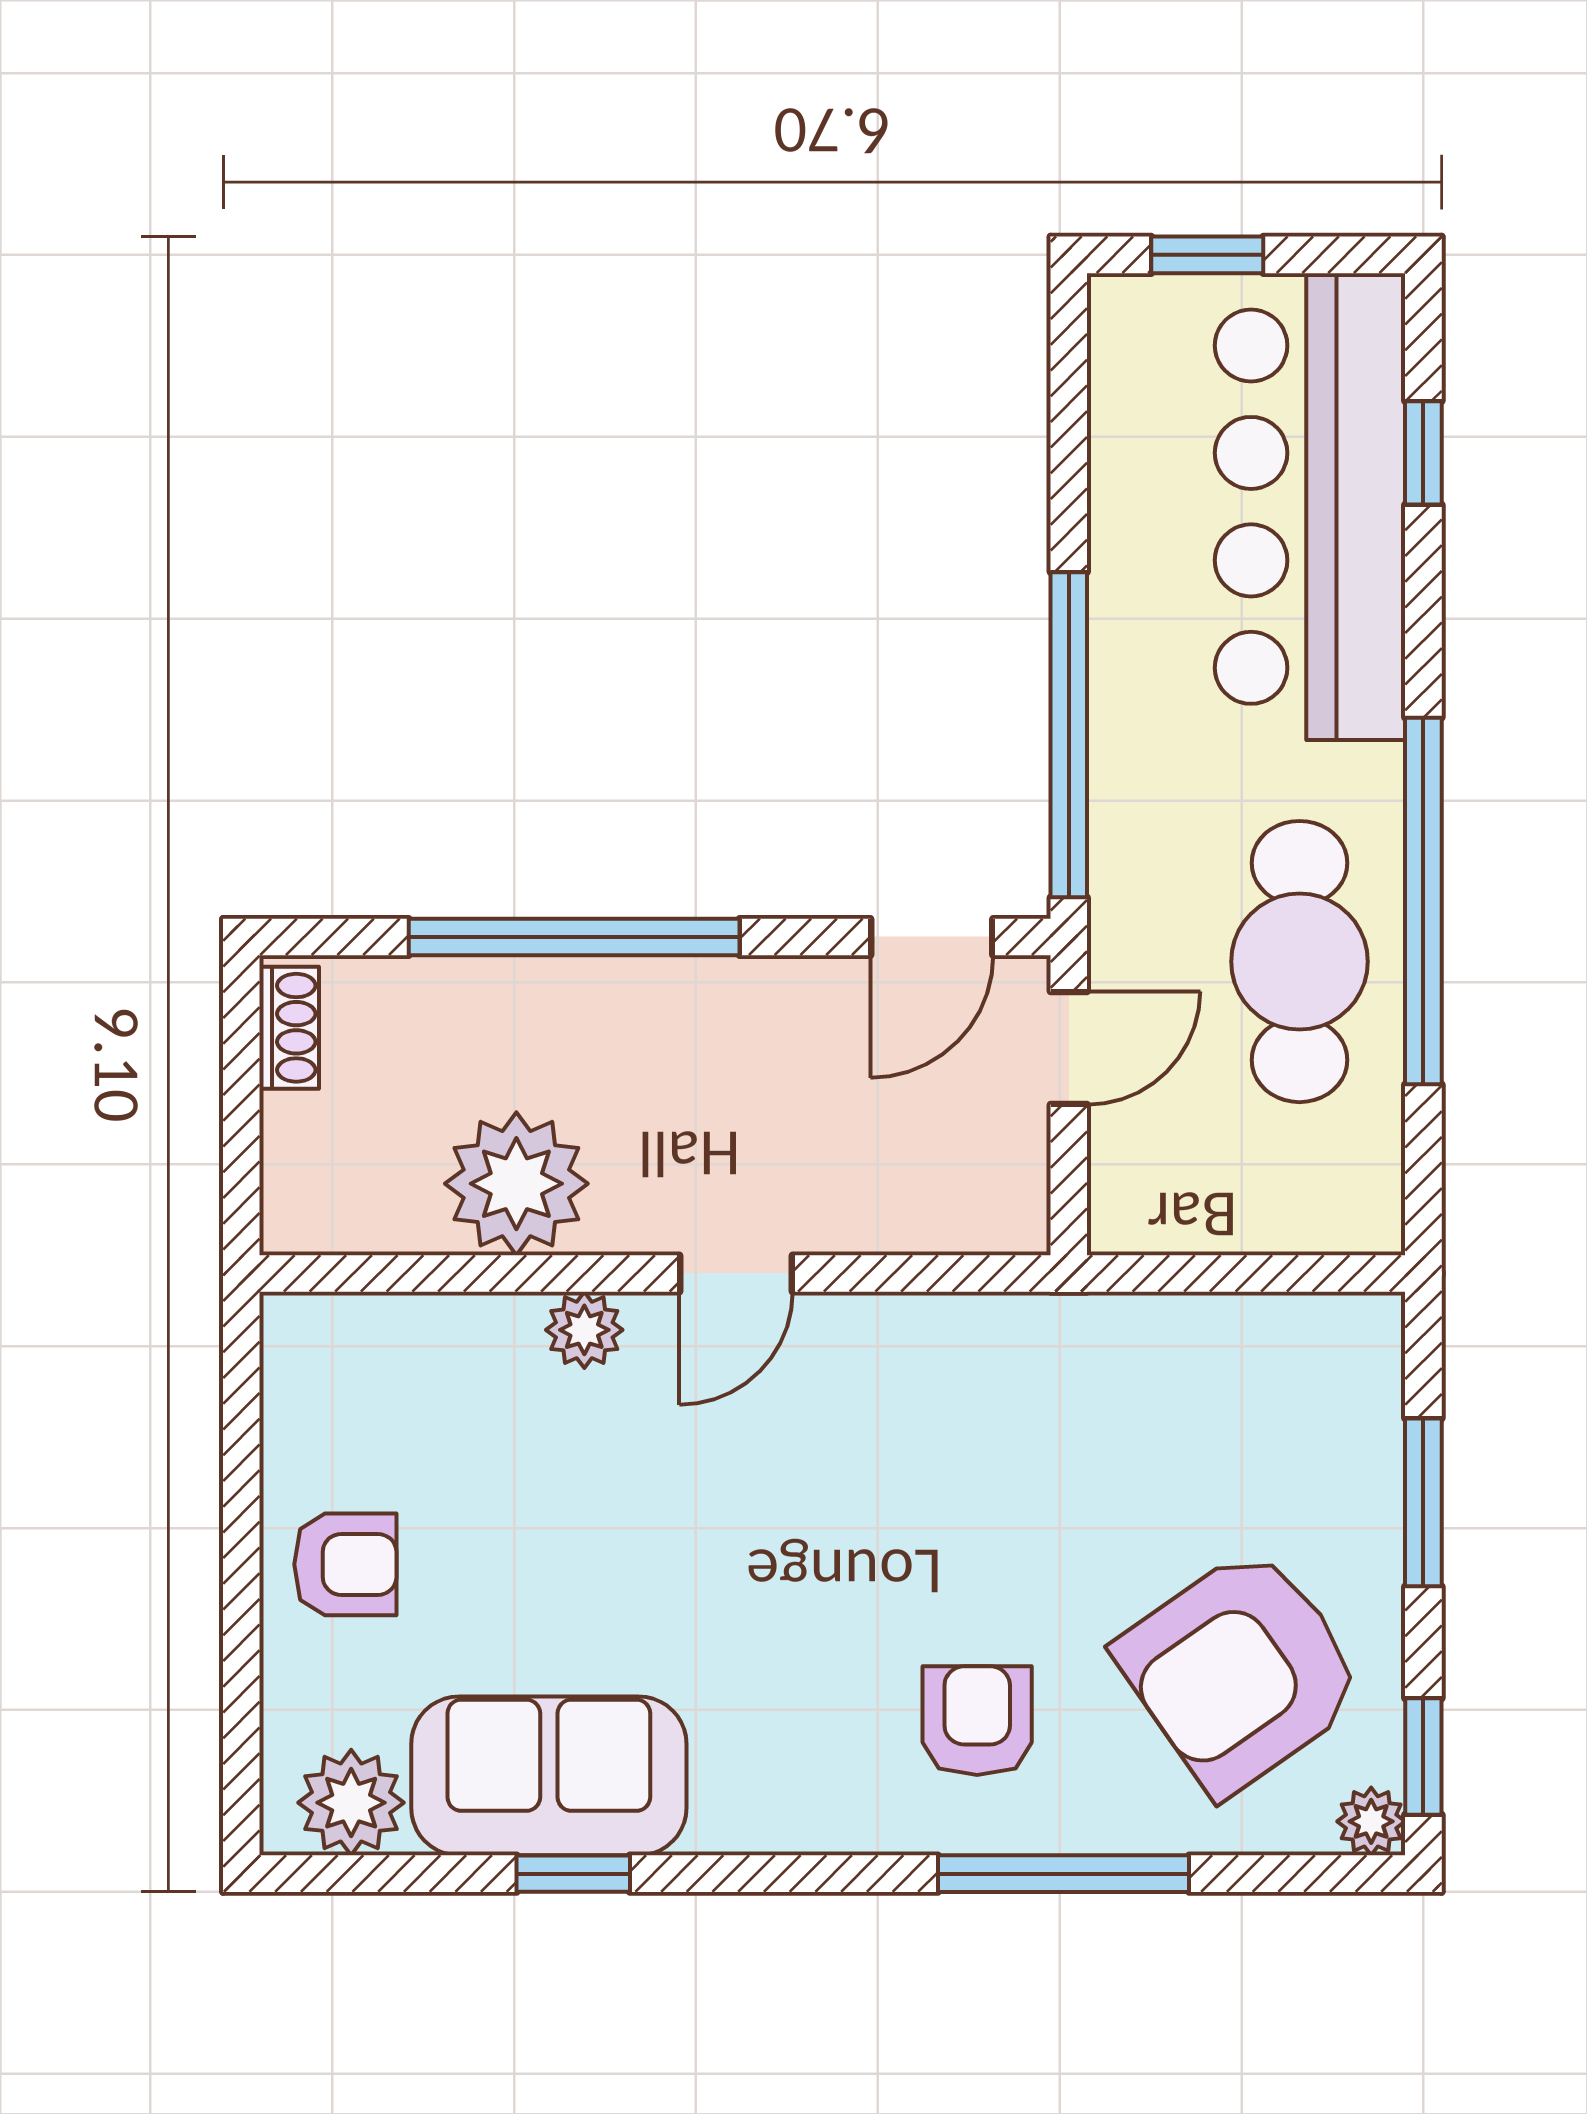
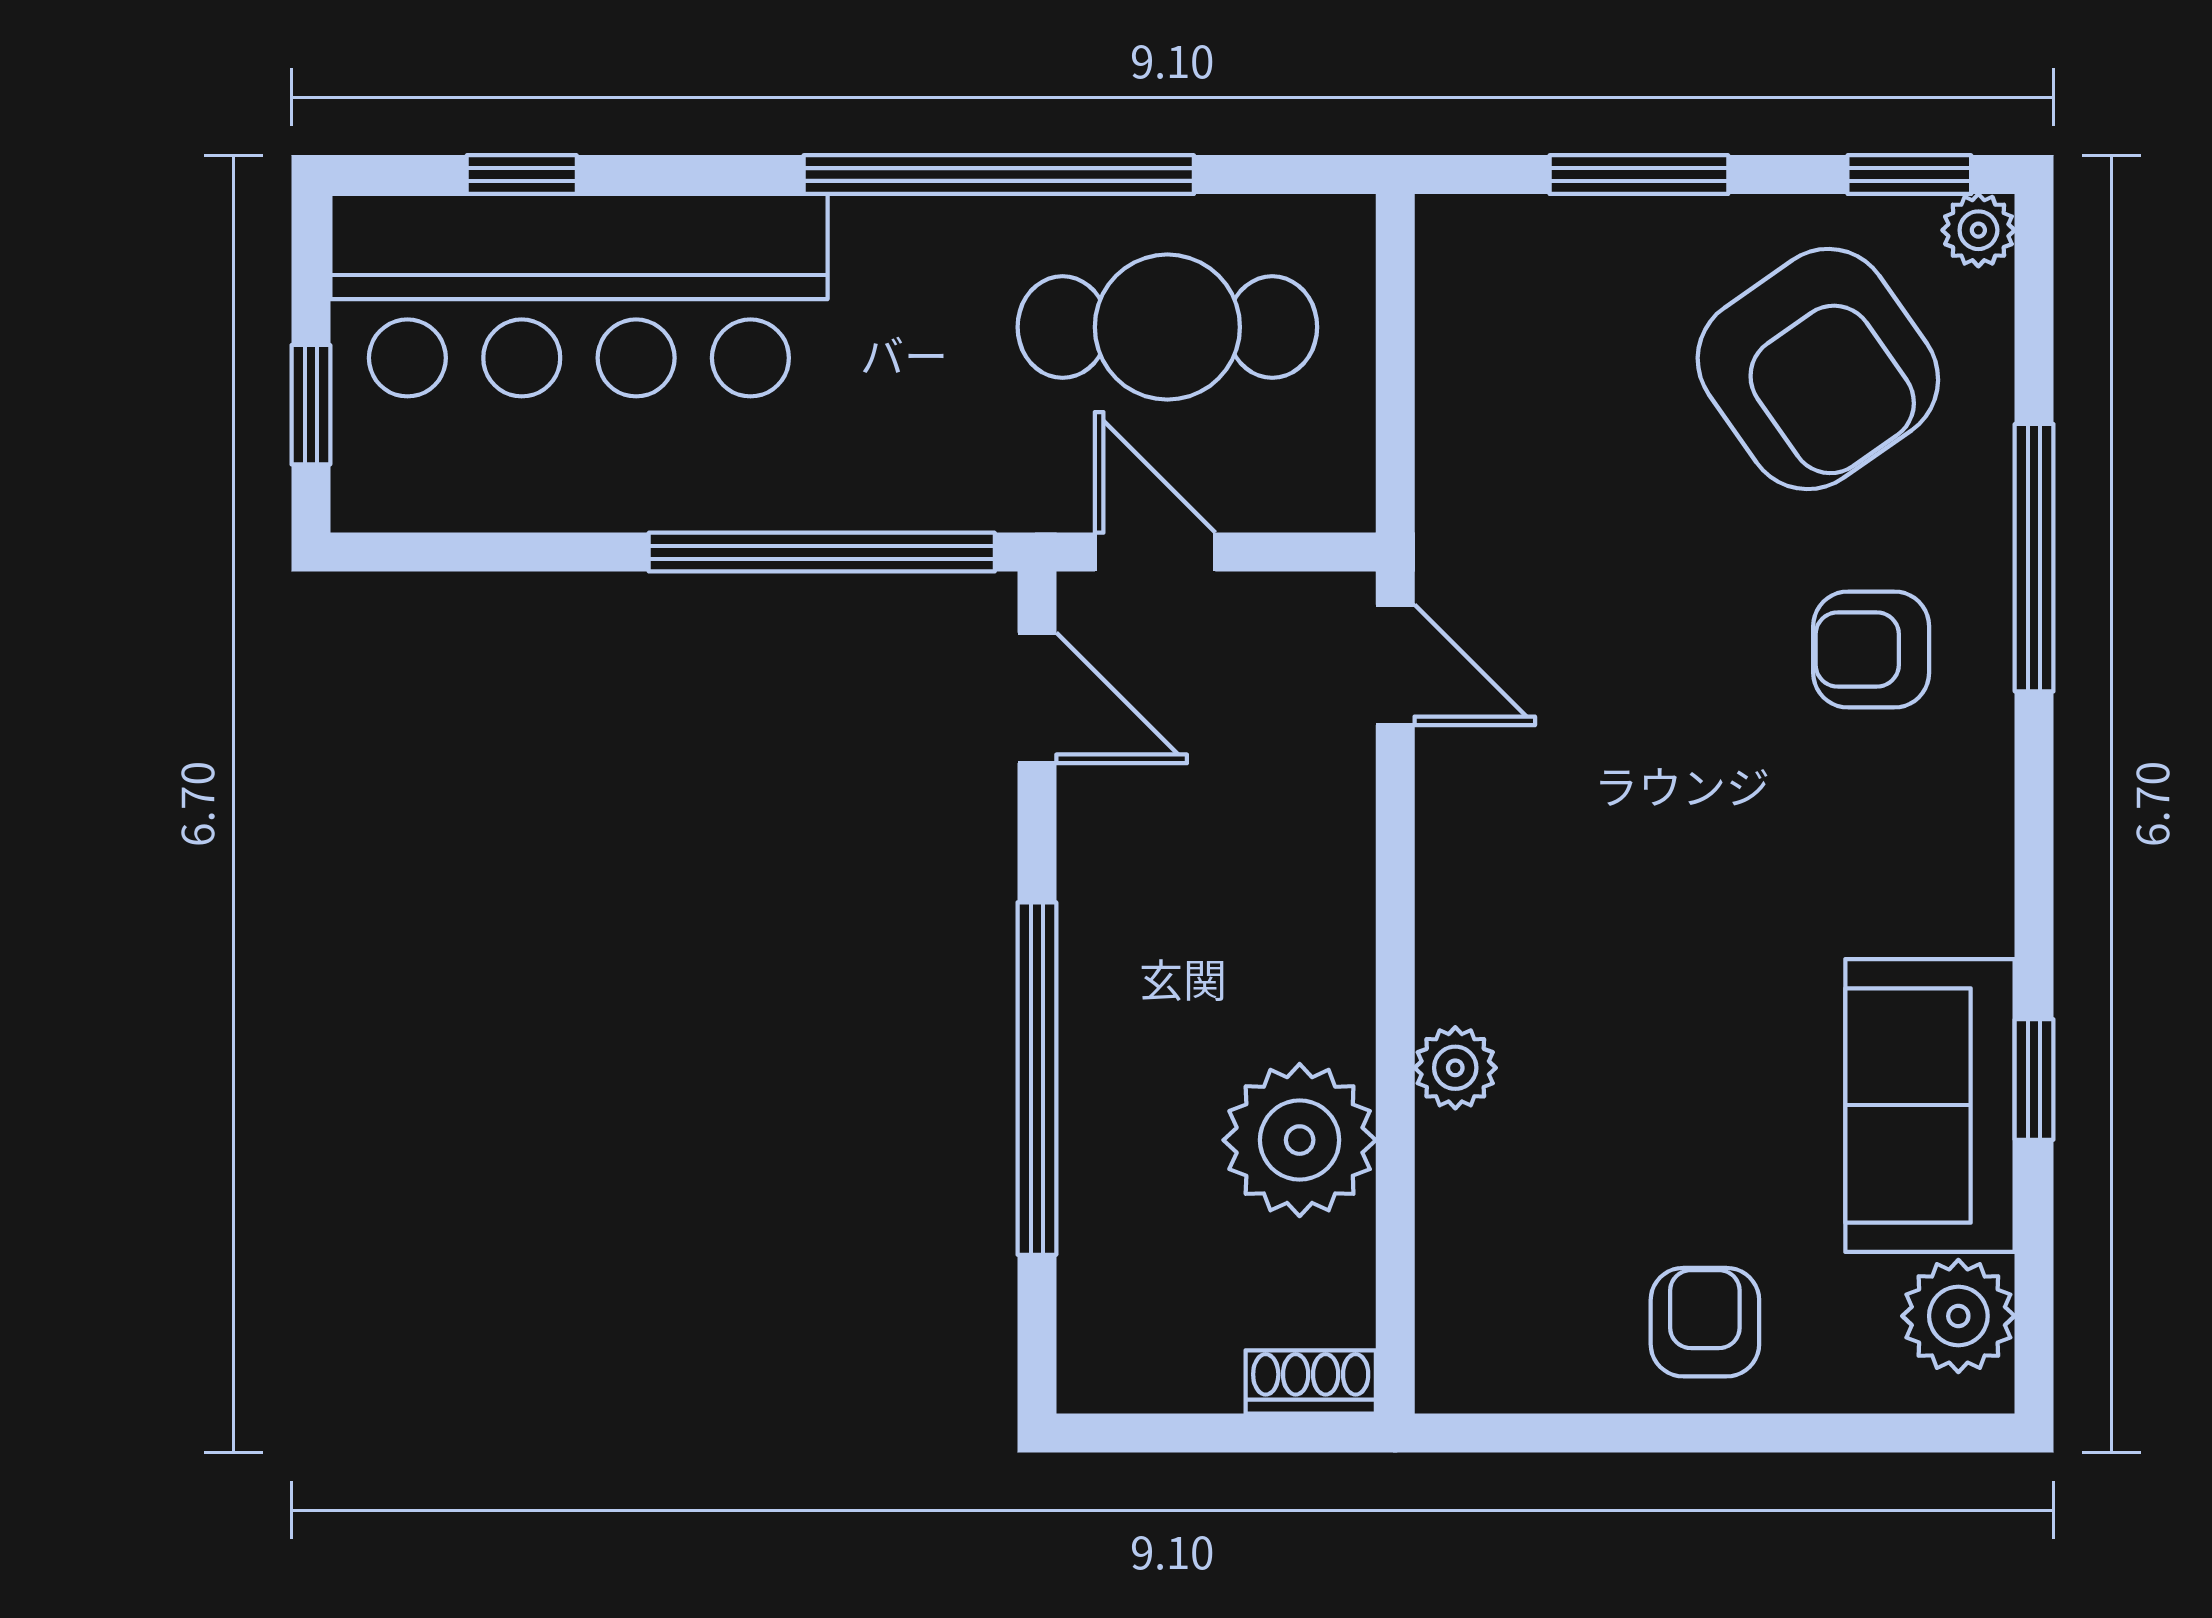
cafe table: (1299, 962) -> (1167, 327), moved
shoe rack: (289, 1028) -> (1311, 1382), moved
door: (736, 1273) -> (1395, 665), moved

